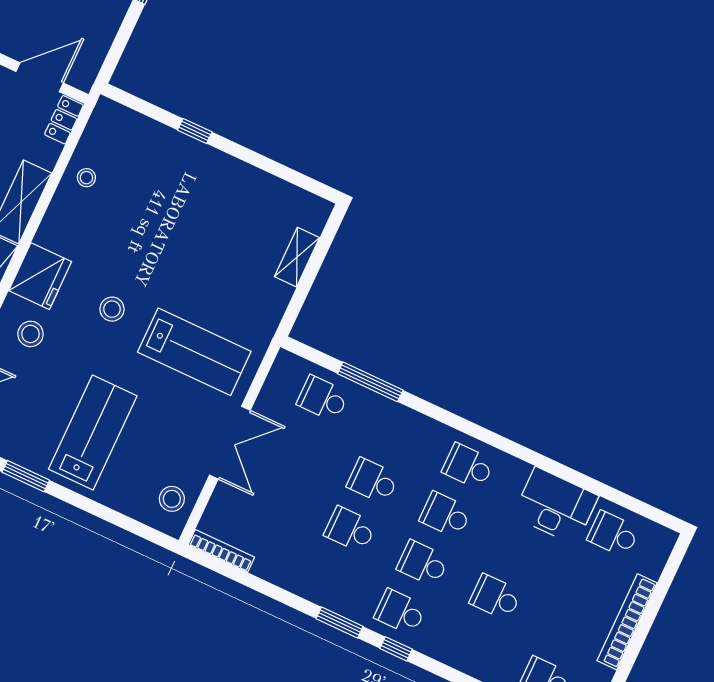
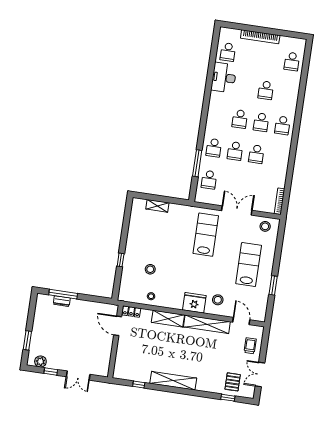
stool: (112, 309) -> (150, 269), moved
lab bench: (93, 432) -> (249, 264), turned 90
school desk: (468, 466) -> (214, 148), moved
window: (340, 622) -> (293, 147), removed
window: (396, 649) -> (297, 123), removed

